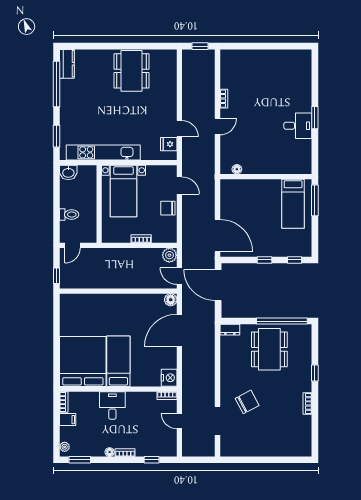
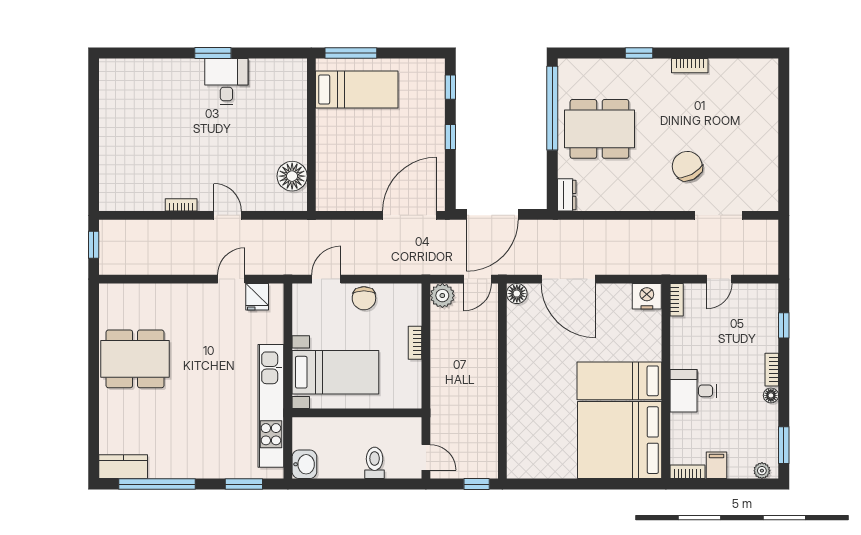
floor lamp: (237, 169) -> (292, 176), width x1.89, depth x1.89

